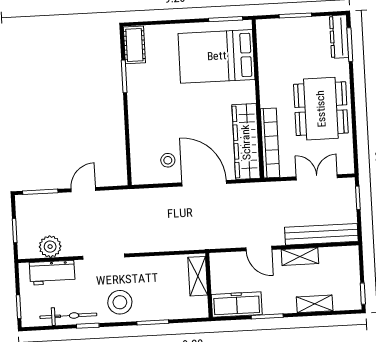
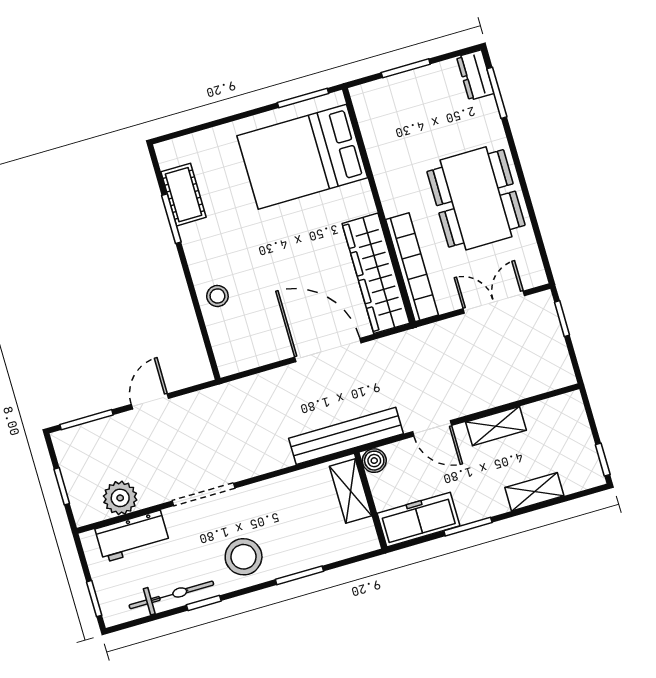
dresser: (339, 37) -> (475, 75), width x0.70
cot: (134, 45) -> (184, 195), moved
stool: (168, 160) -> (217, 296), moved
bench: (321, 234) -> (346, 436), moved
boiler: (217, 260) -> (374, 461), added

